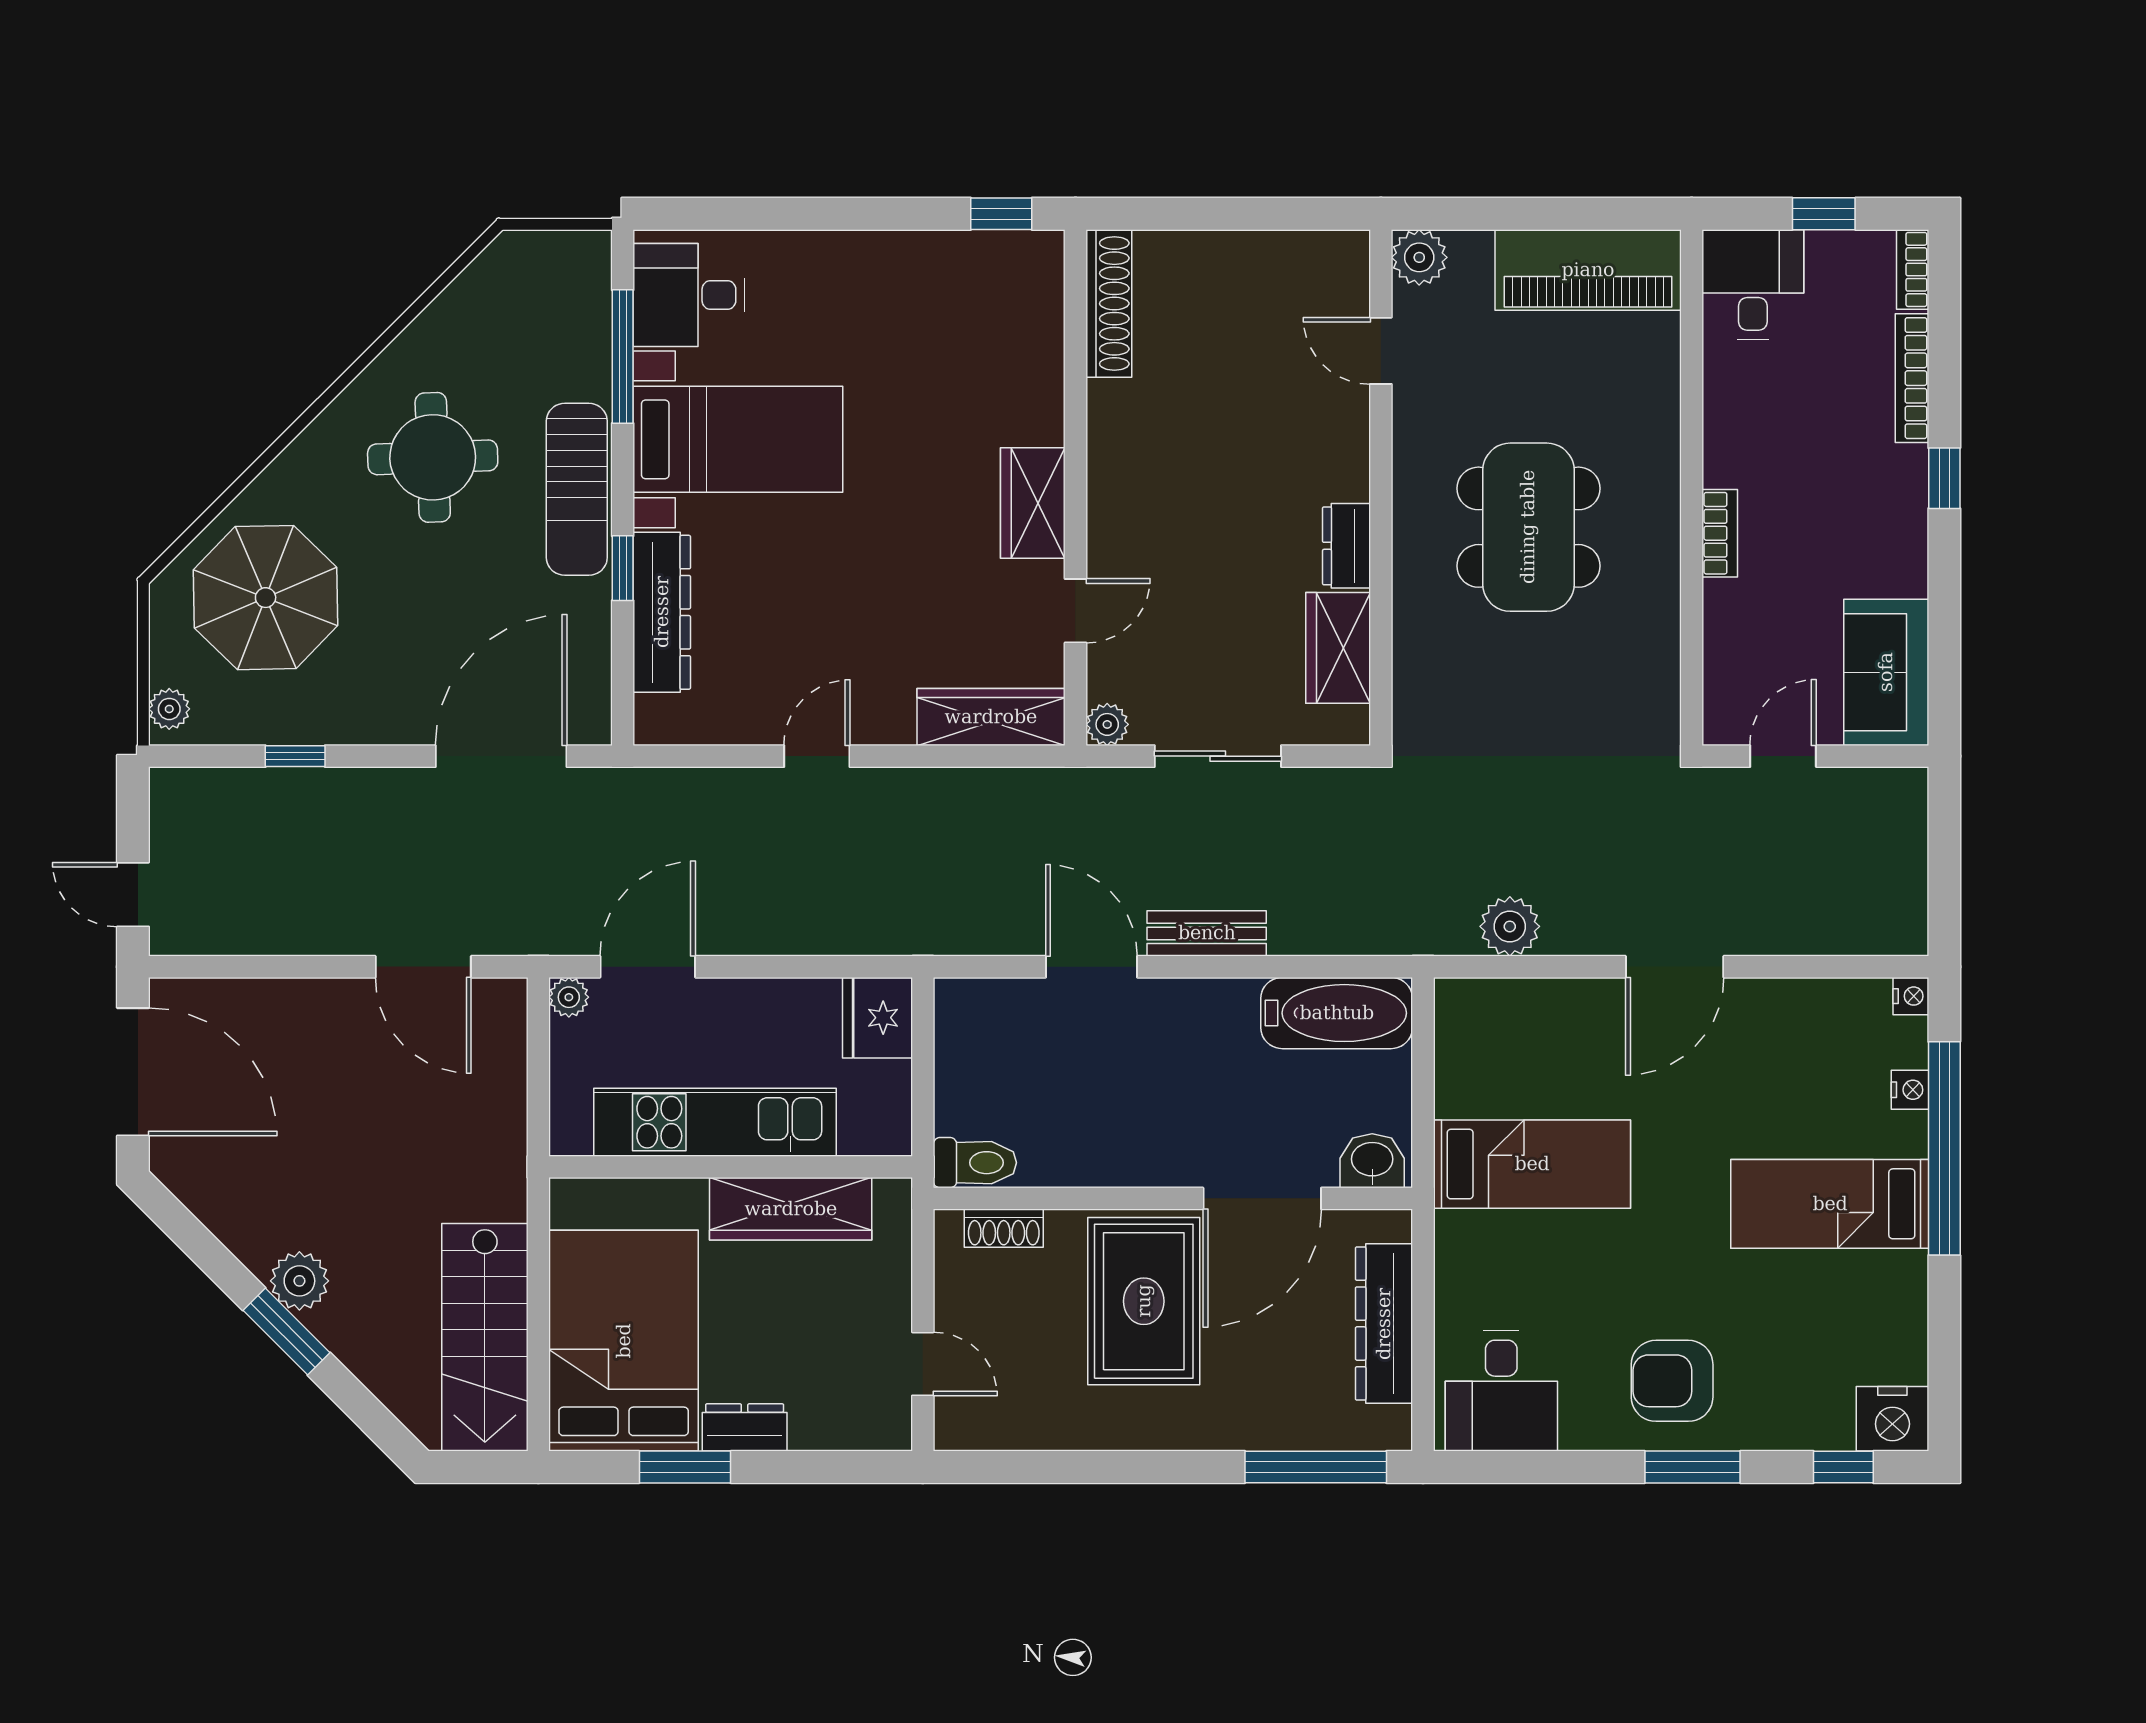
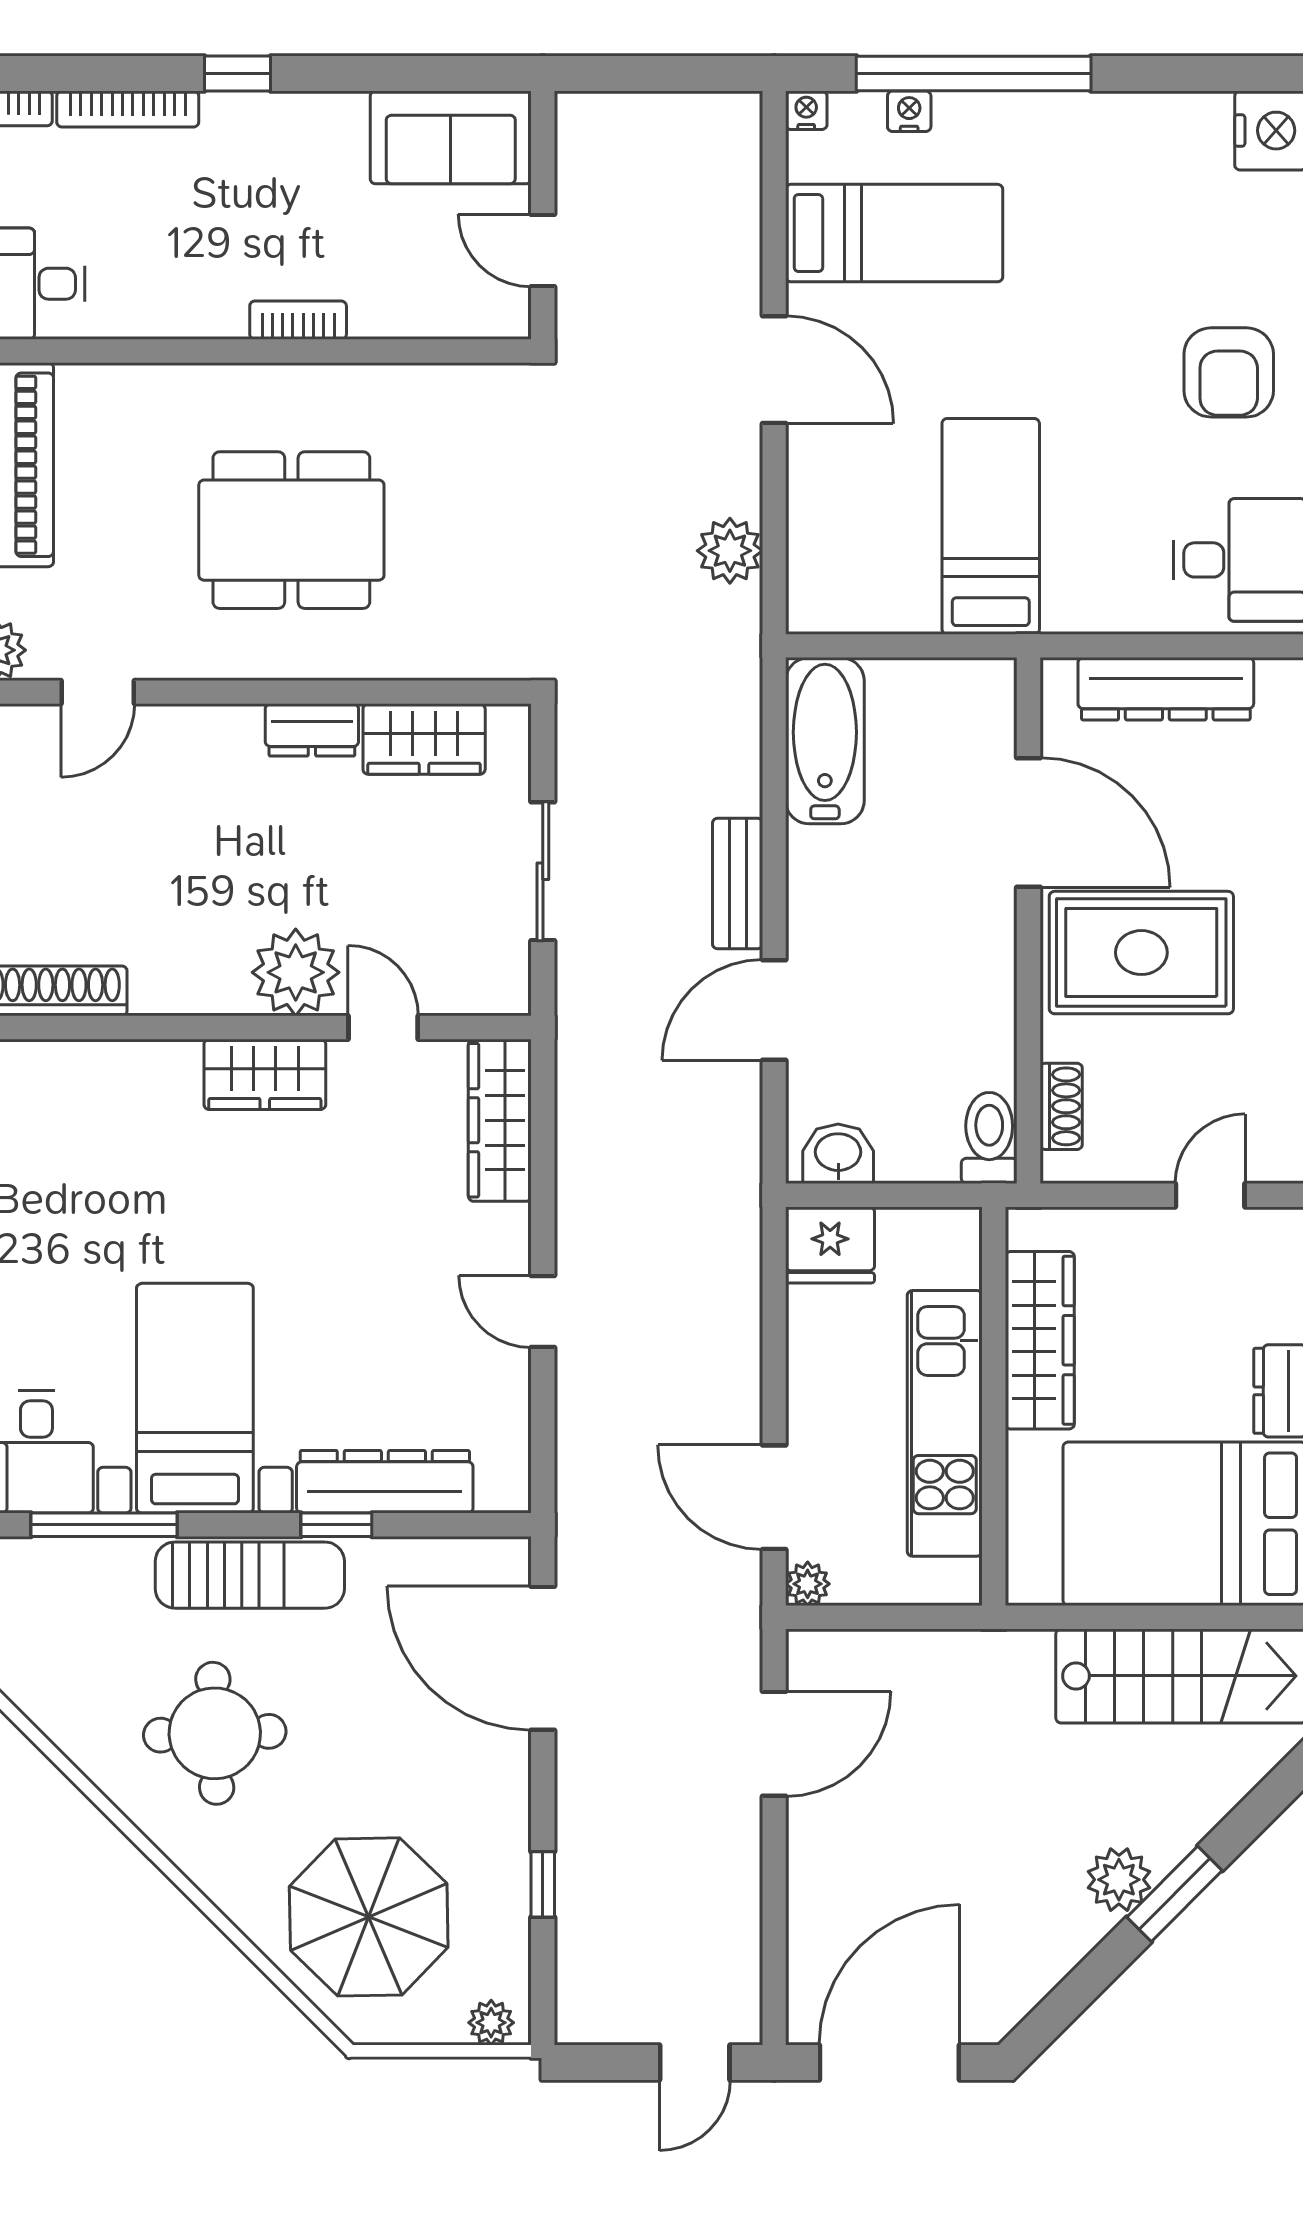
plant: (1107, 724) -> (296, 972), moved, width x1.88, depth x1.88
washbasin: (1372, 1161) -> (838, 1154), moved, turned 90
bed: (1830, 1204) -> (894, 233), moved, turned -90

